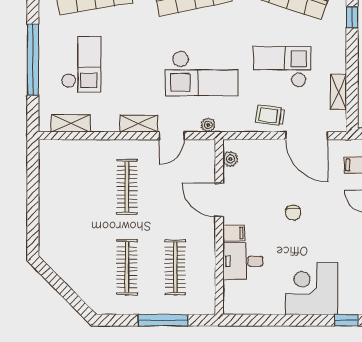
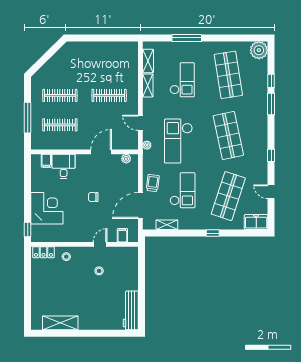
window: (33, 60) -> (187, 38), width x0.68
checkout: (81, 64) -> (182, 80), moved, turned -90
shelving: (139, 124) -> (148, 85), moved
filing cabinet: (234, 233) -> (46, 161), moved

